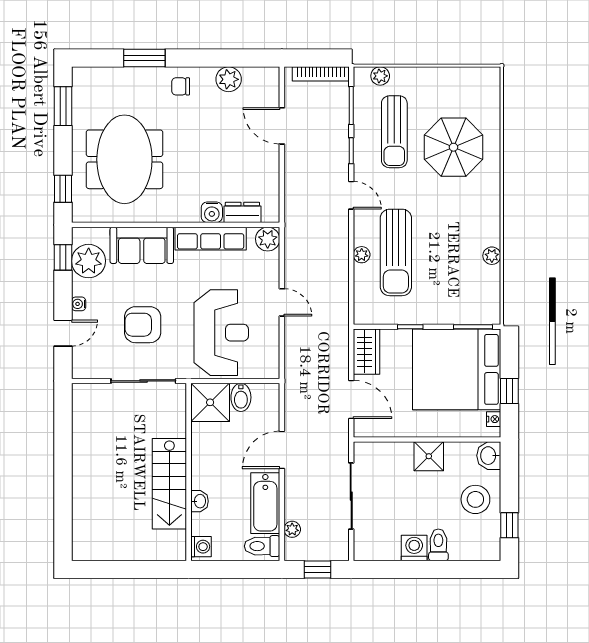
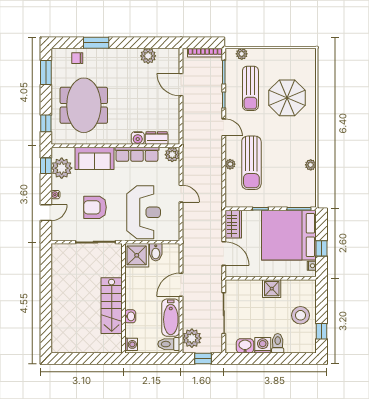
chair: (181, 86) -> (77, 58), moved
washbasin: (489, 456) -> (245, 346), moved, turned 90
plant: (292, 529) -> (192, 338), width x1.88, depth x1.88

